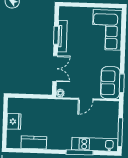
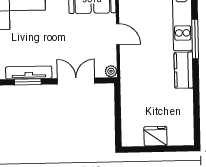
kitchen counter: (34, 142) -> (184, 70), moved

